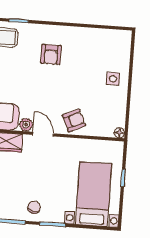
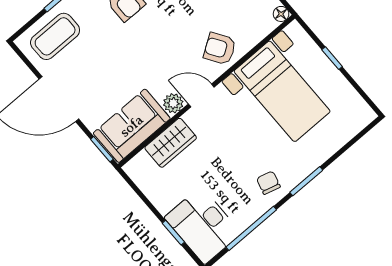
armchair: (74, 120) -> (220, 49), turned -98
bed with nightstands: (94, 194) -> (282, 91), moved, turned 180

